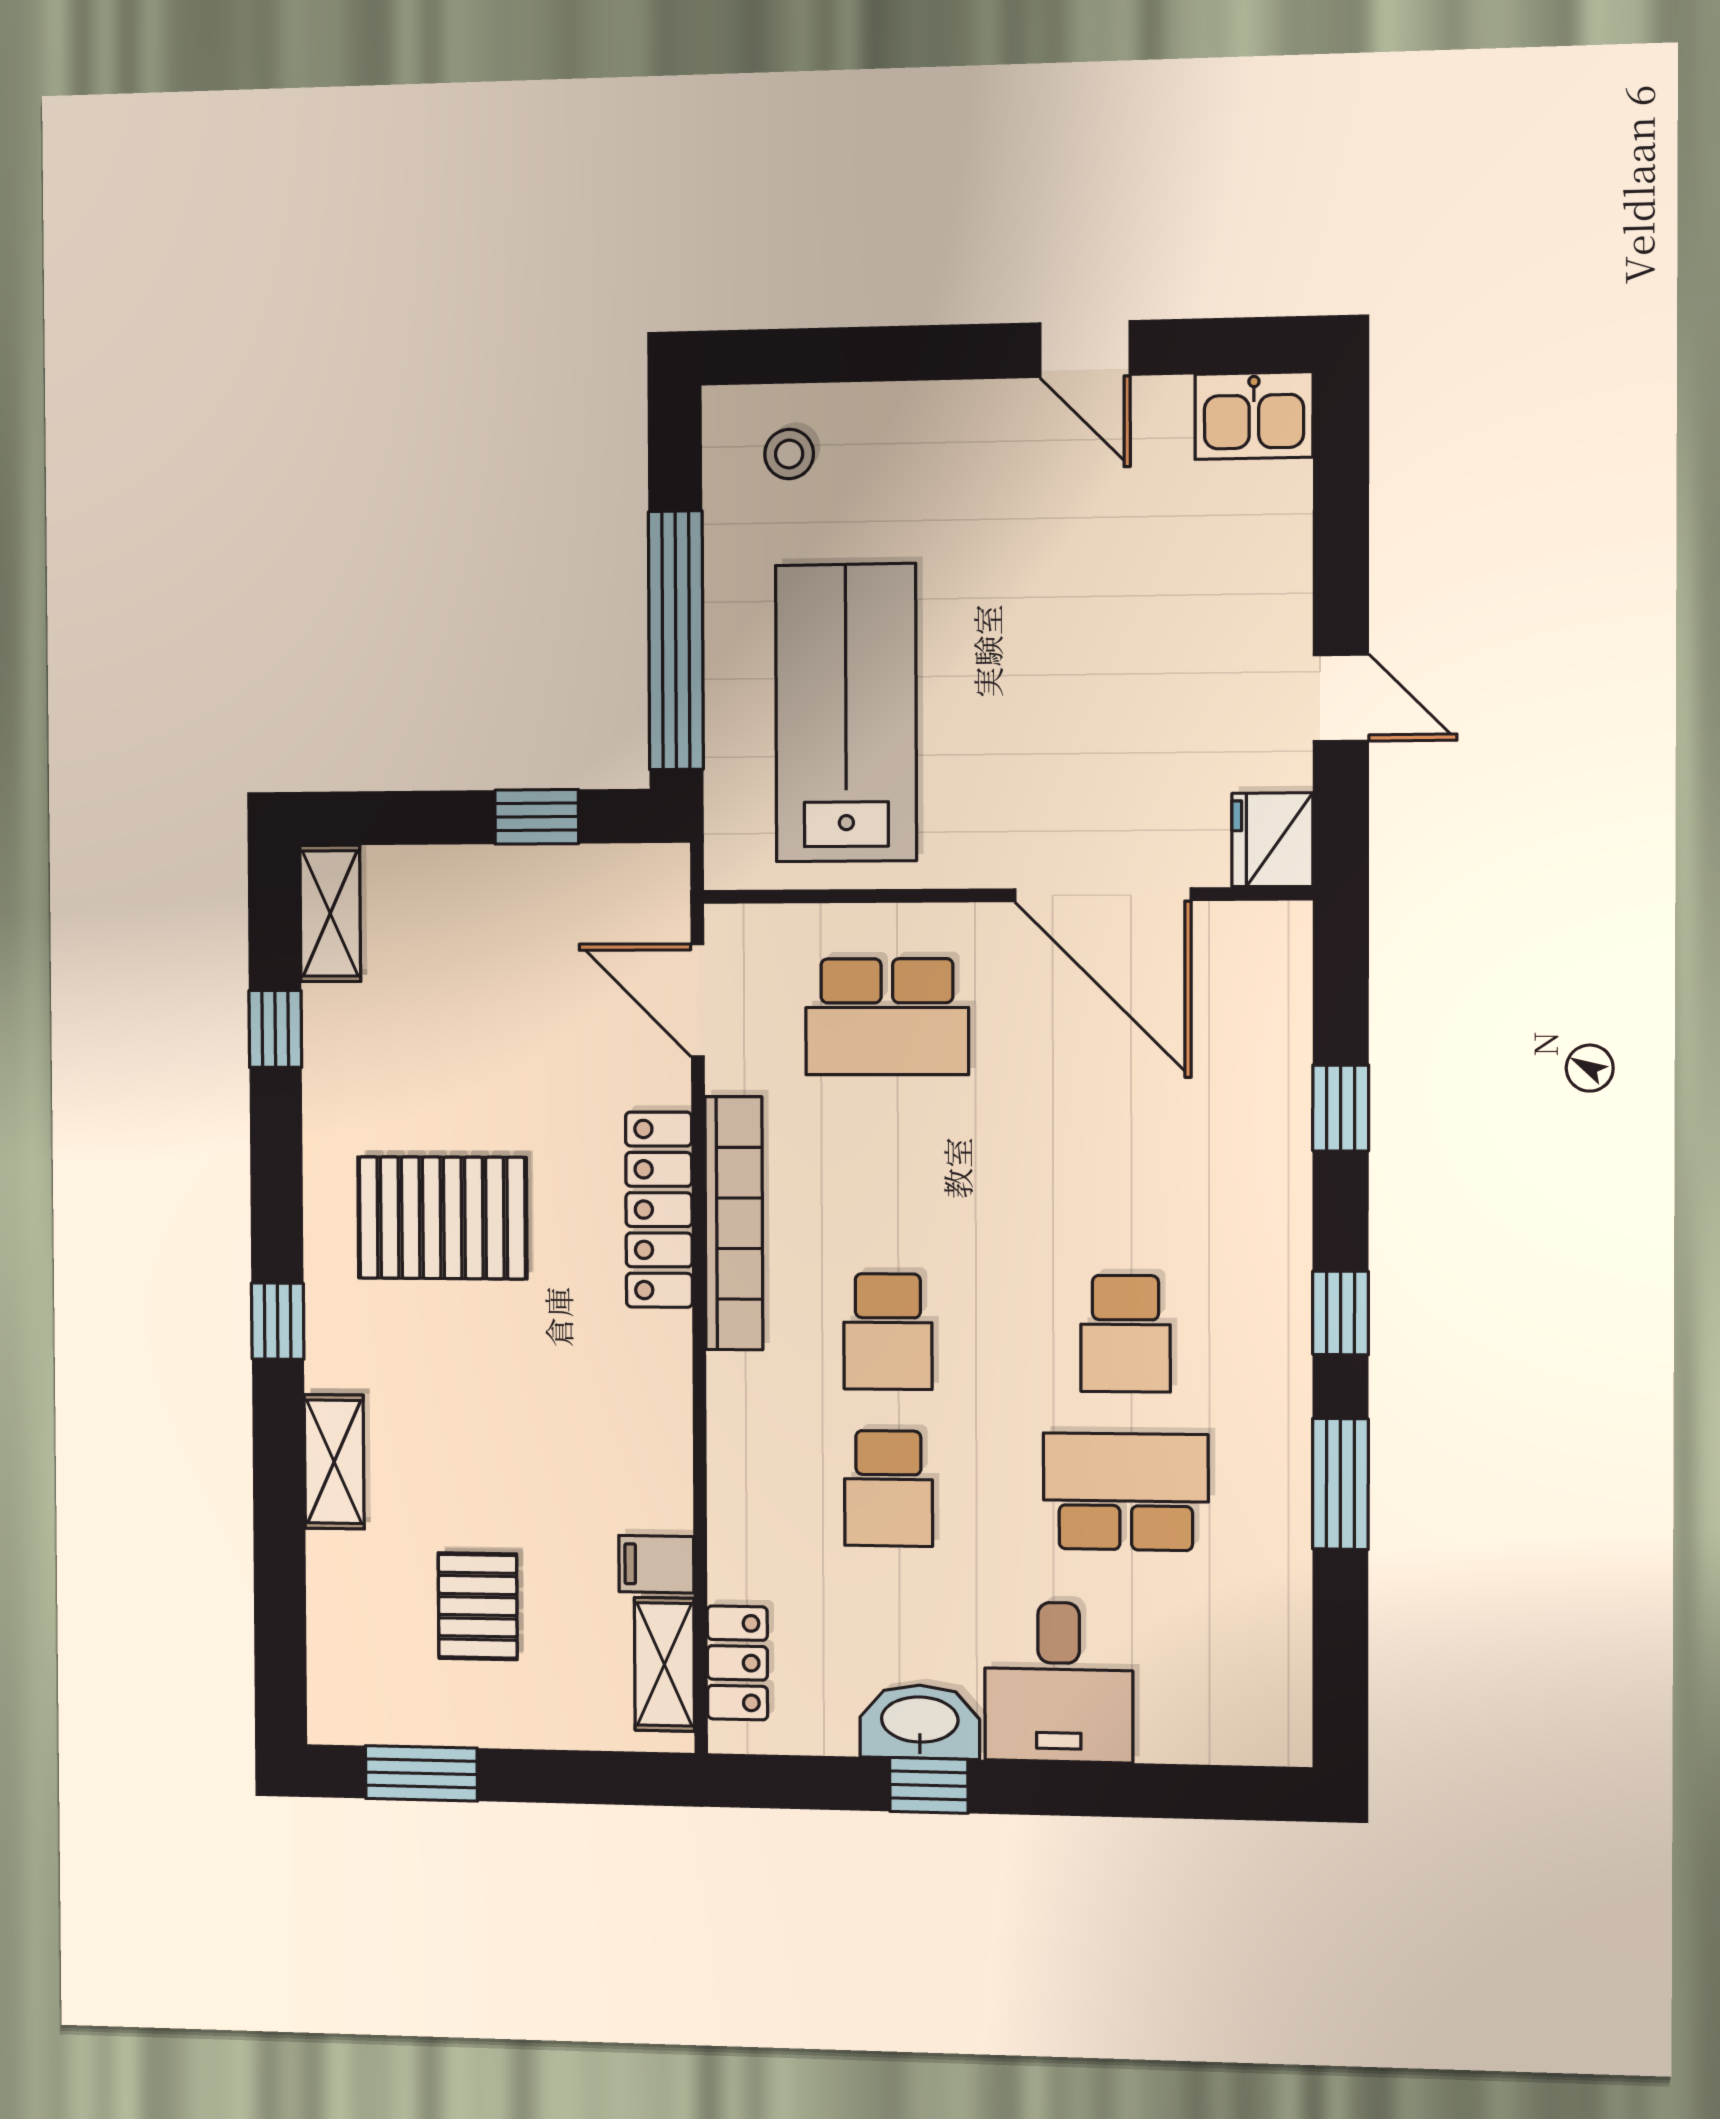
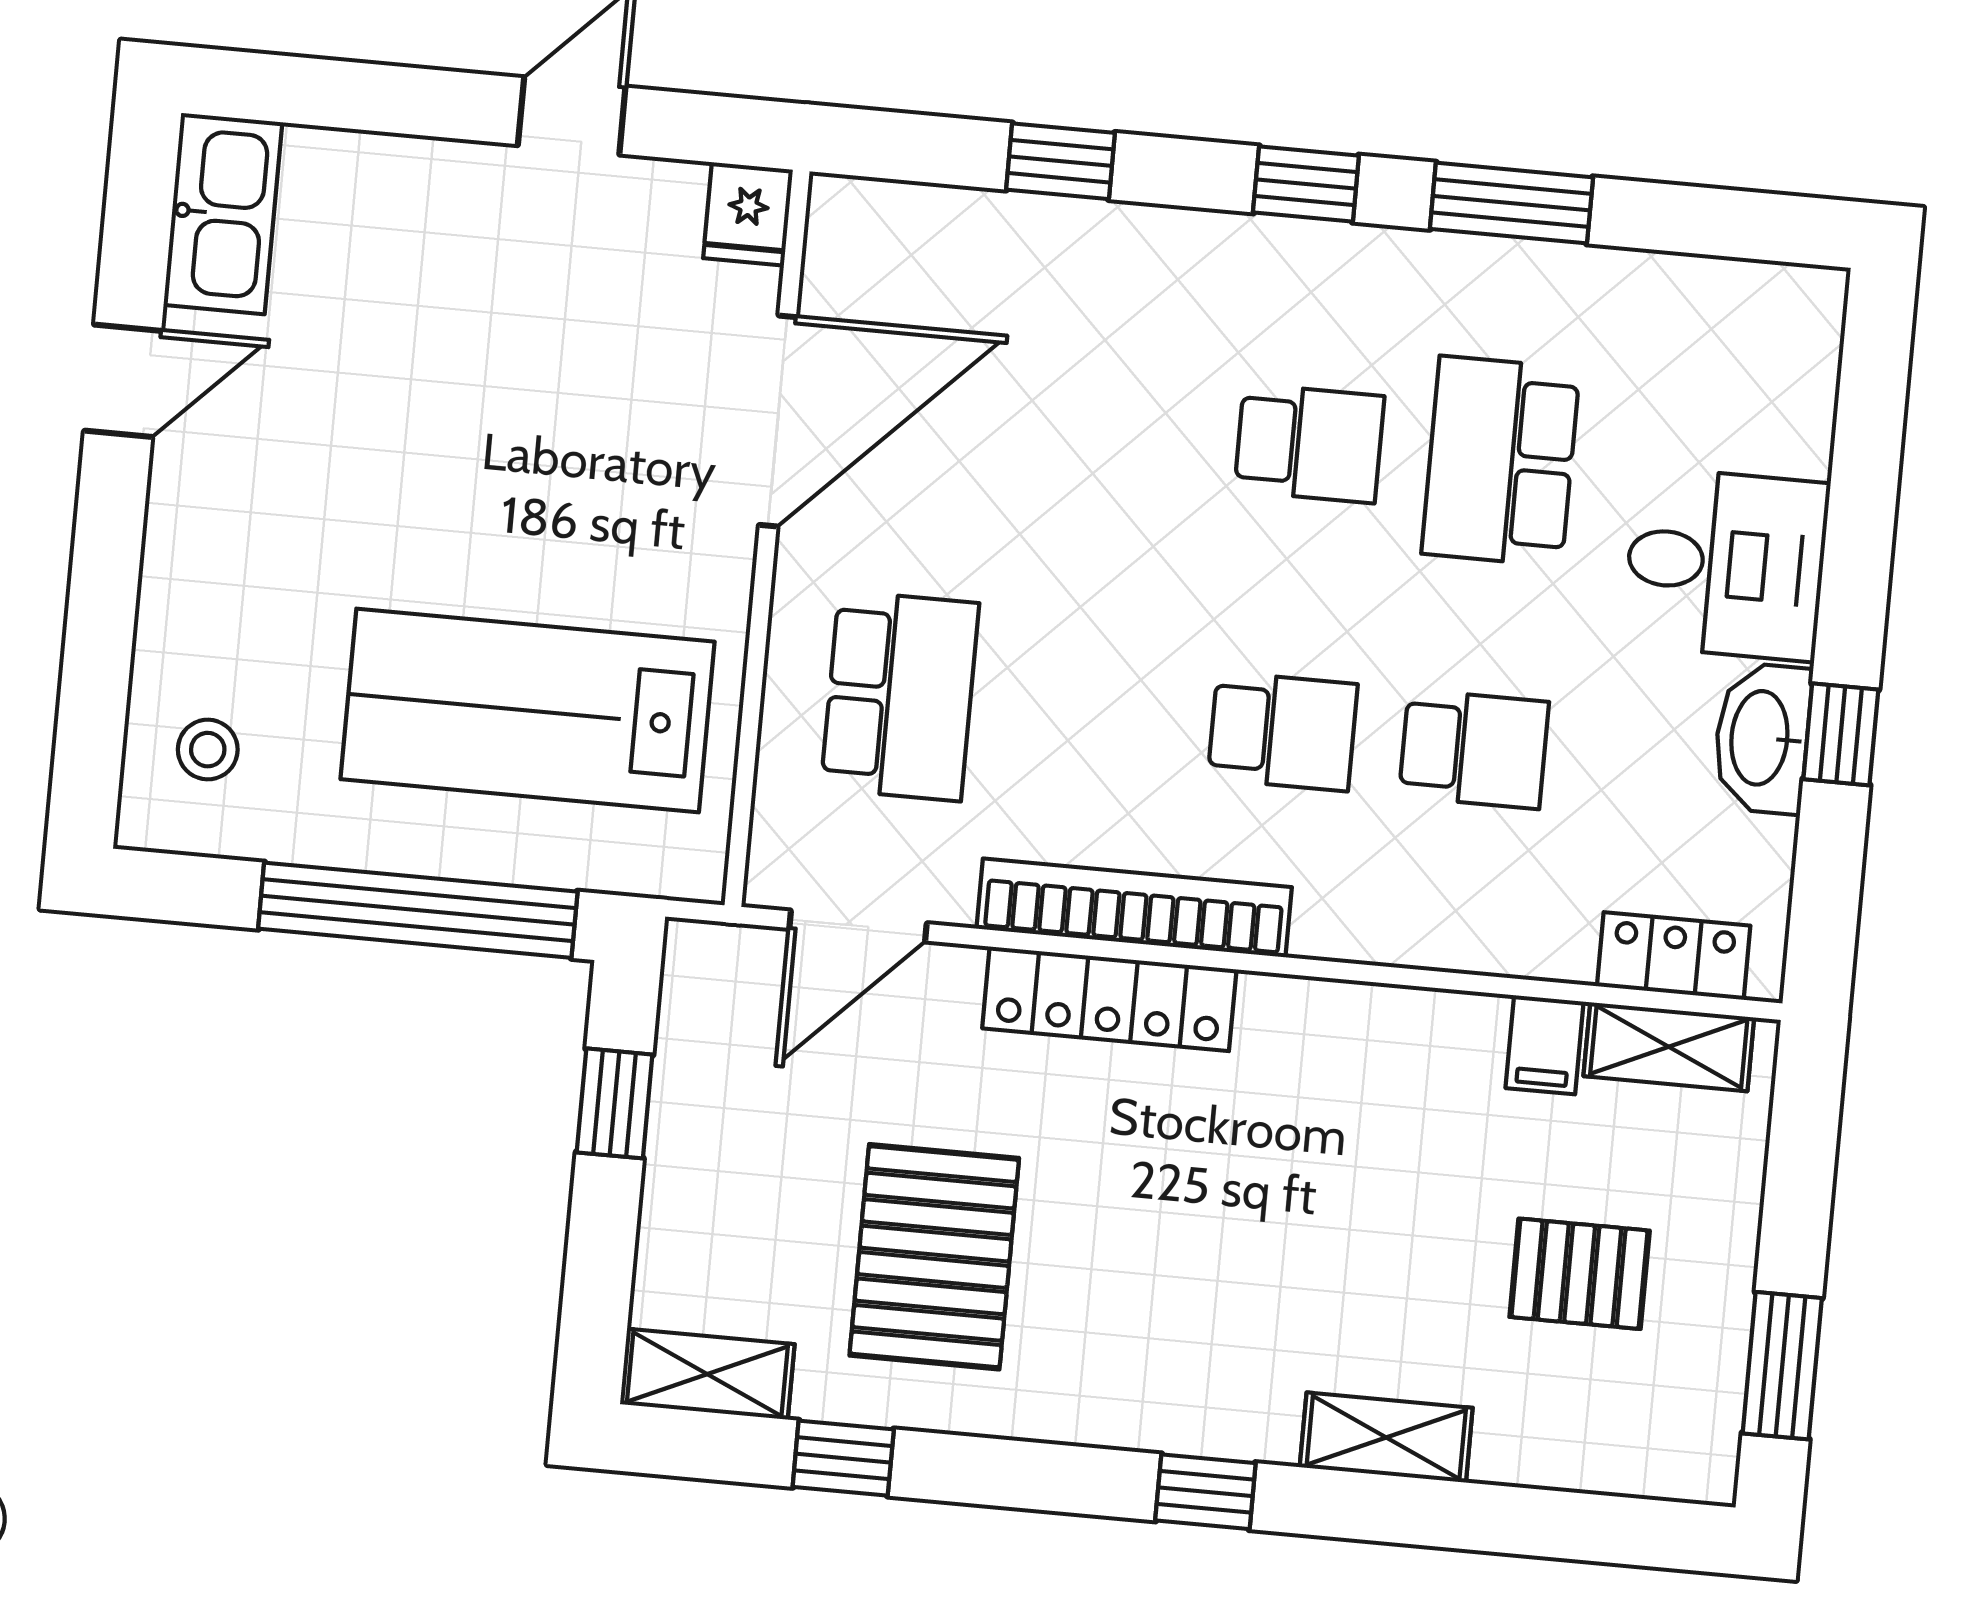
kitchen sink: (1254, 416) -> (223, 214), width x1.38
fridge: (1272, 840) -> (748, 214), width x0.72
pallet: (442, 1218) -> (934, 1257), moved

